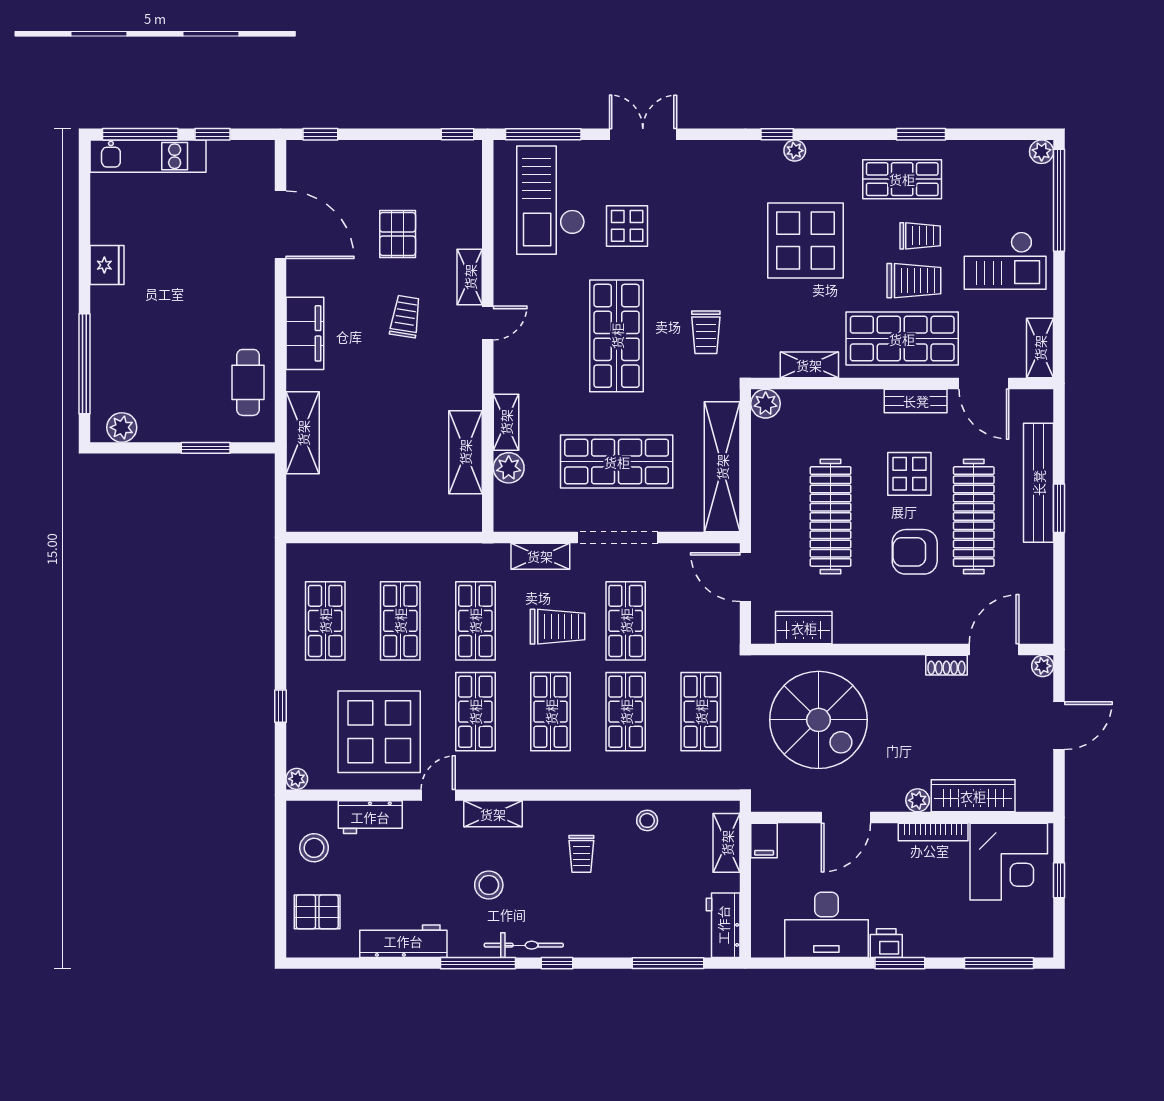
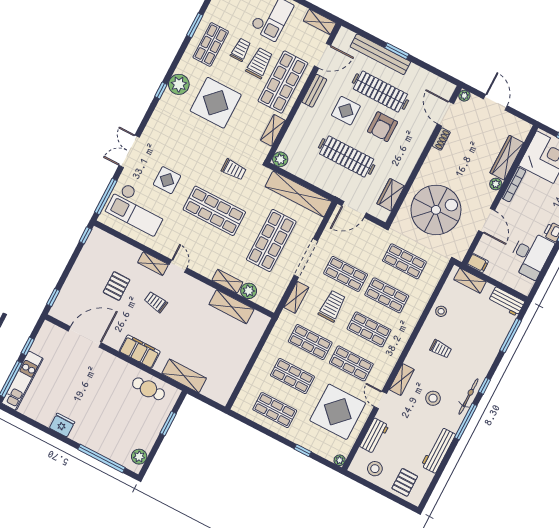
plant: (795, 151) -> (179, 84), width x1.87, depth x1.87
pallet: (398, 234) -> (117, 286), turned 90

